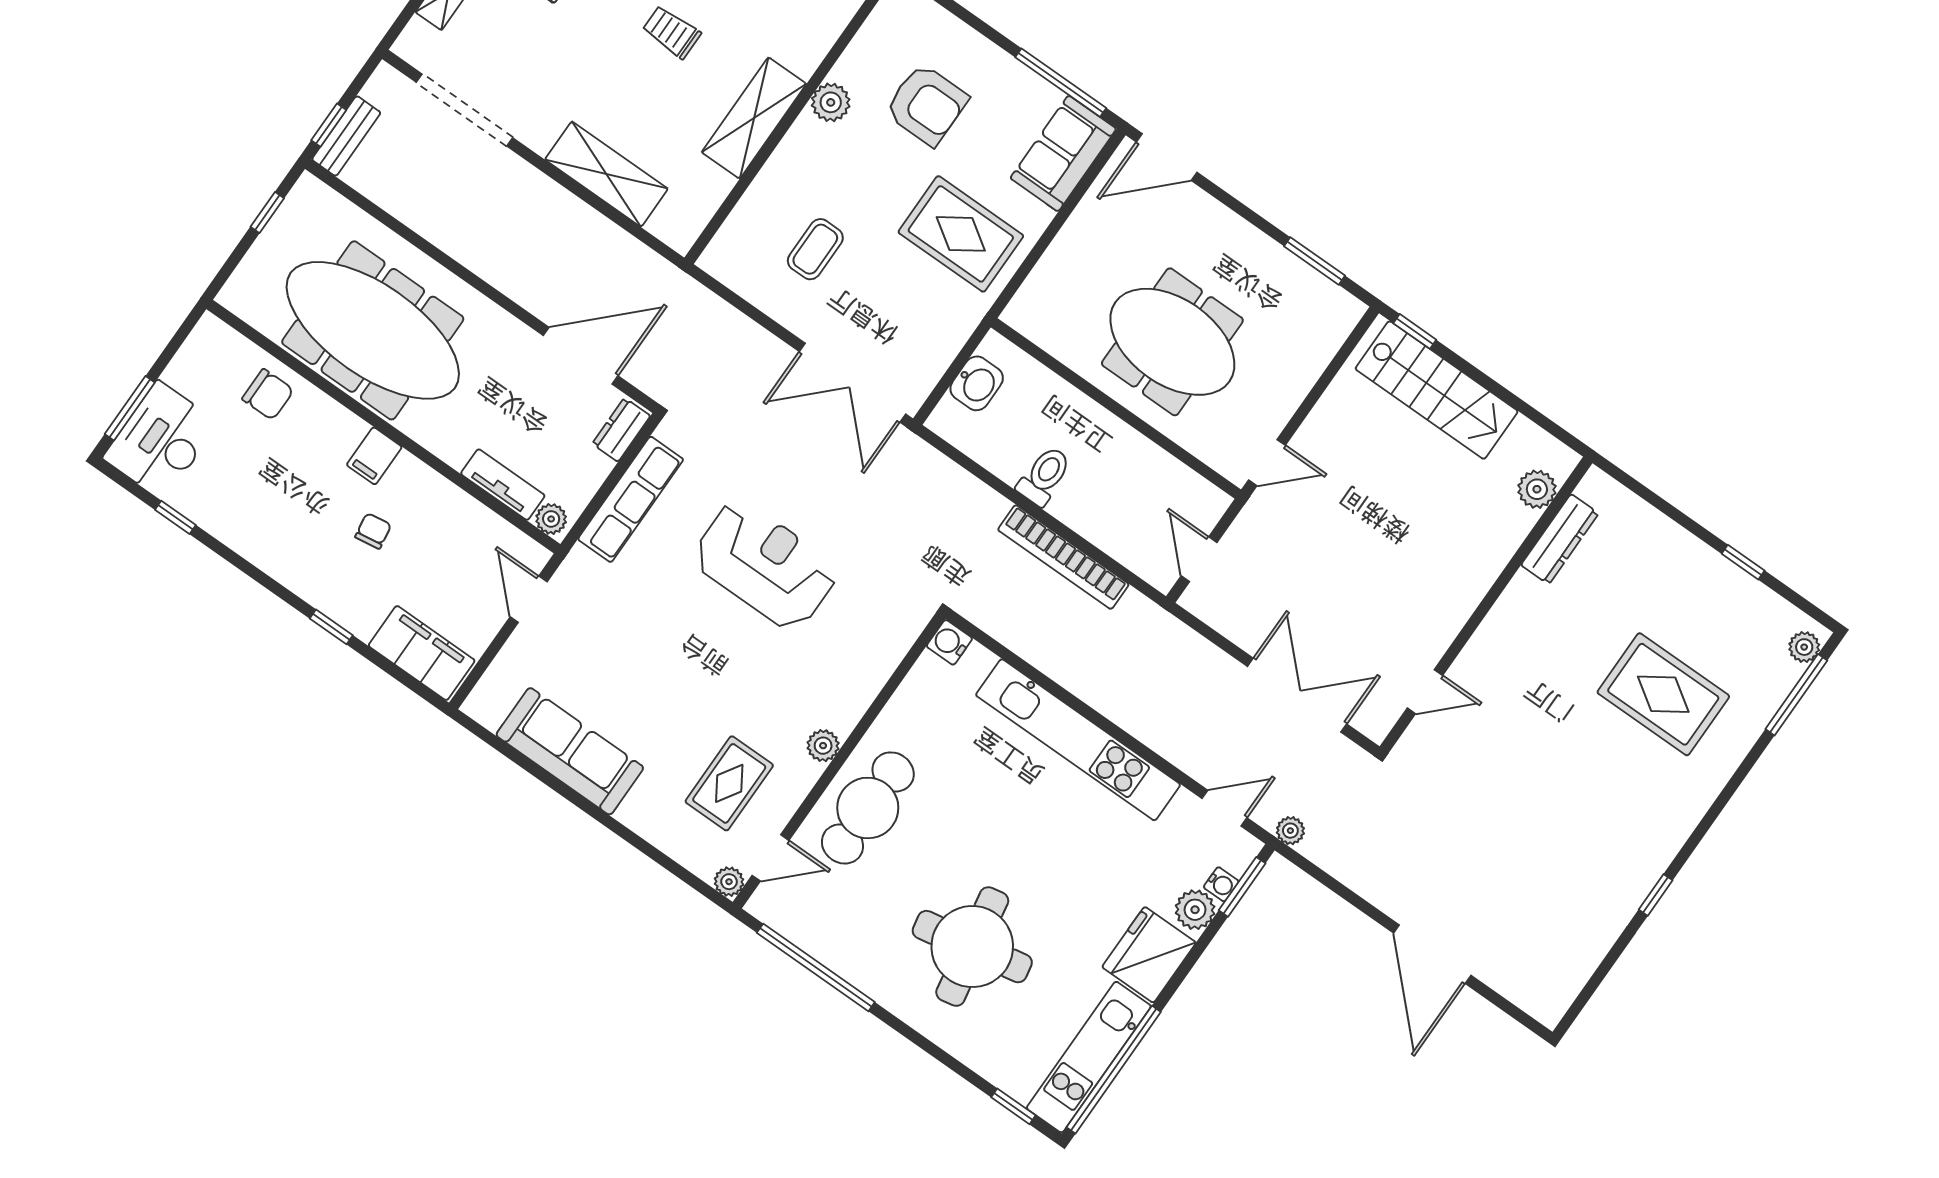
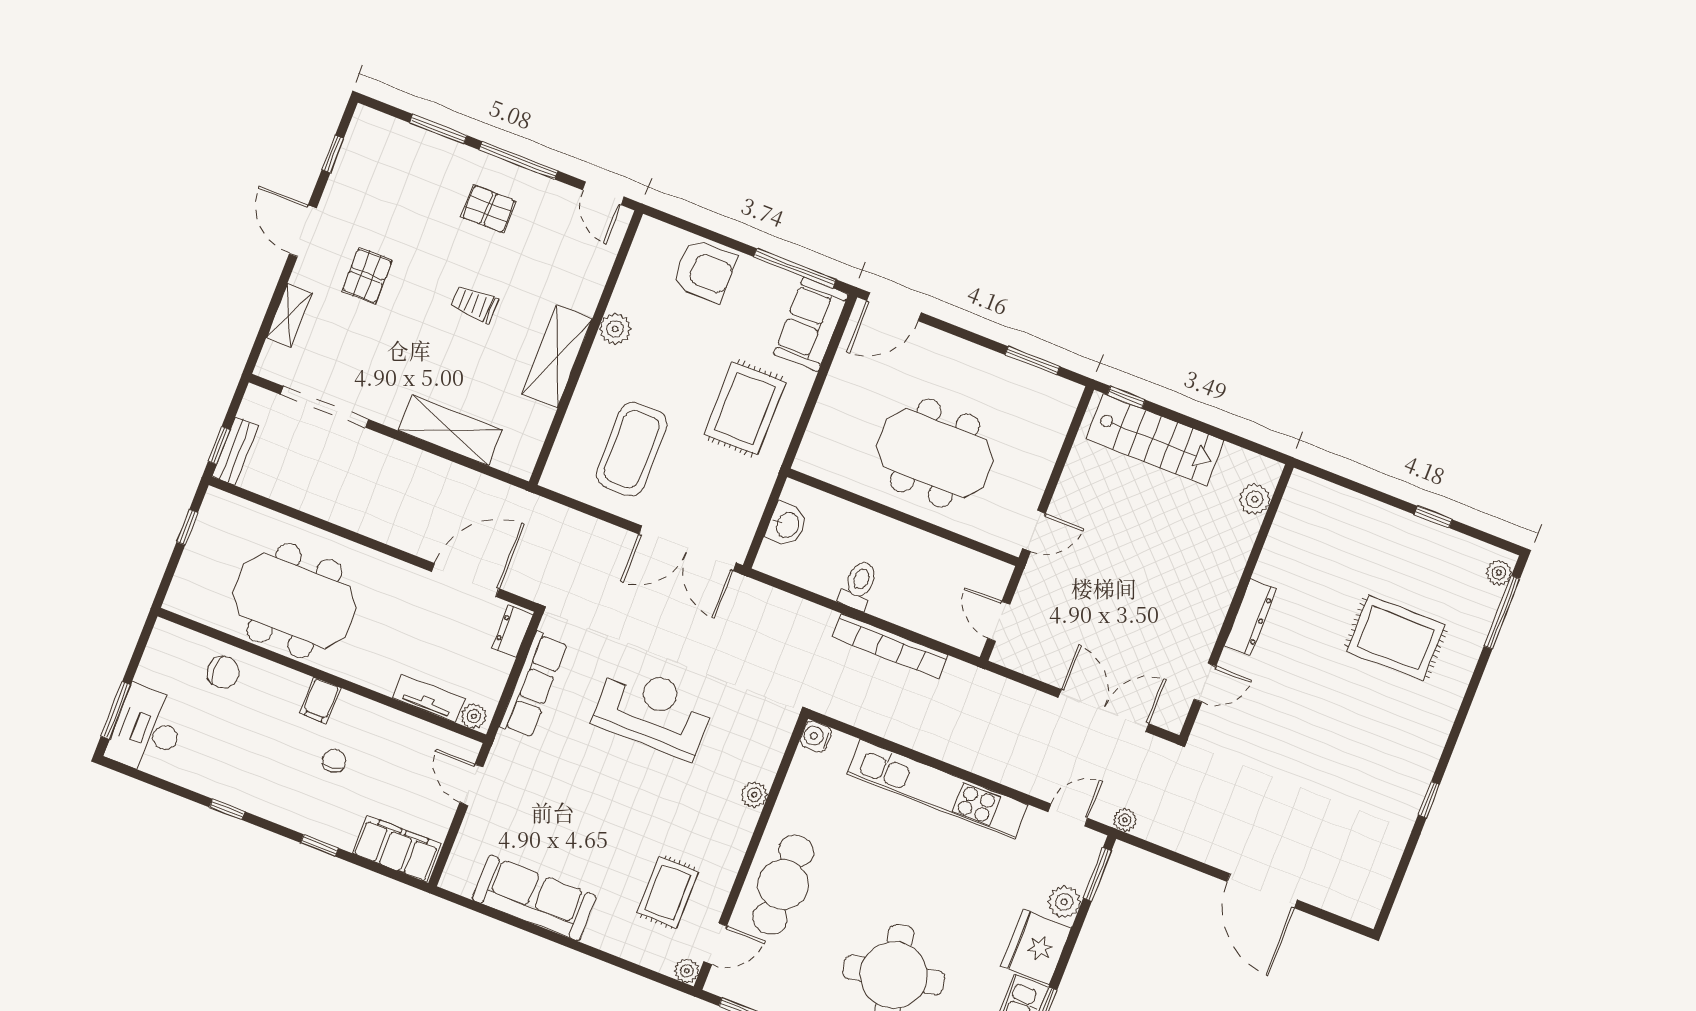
armchair: (926, 105) -> (704, 271), moved
rug: (961, 234) -> (745, 408), turned 90
coffee table: (815, 249) -> (632, 449), width x1.86, depth x1.72
meeting table: (373, 330) -> (294, 601), width x0.73
window: (175, 517) -> (227, 809), moved
dresser: (1560, 539) -> (1250, 617), moved
plant: (823, 746) -> (754, 795), moved
water cooler: (1221, 884) -> (1080, 876), removed

